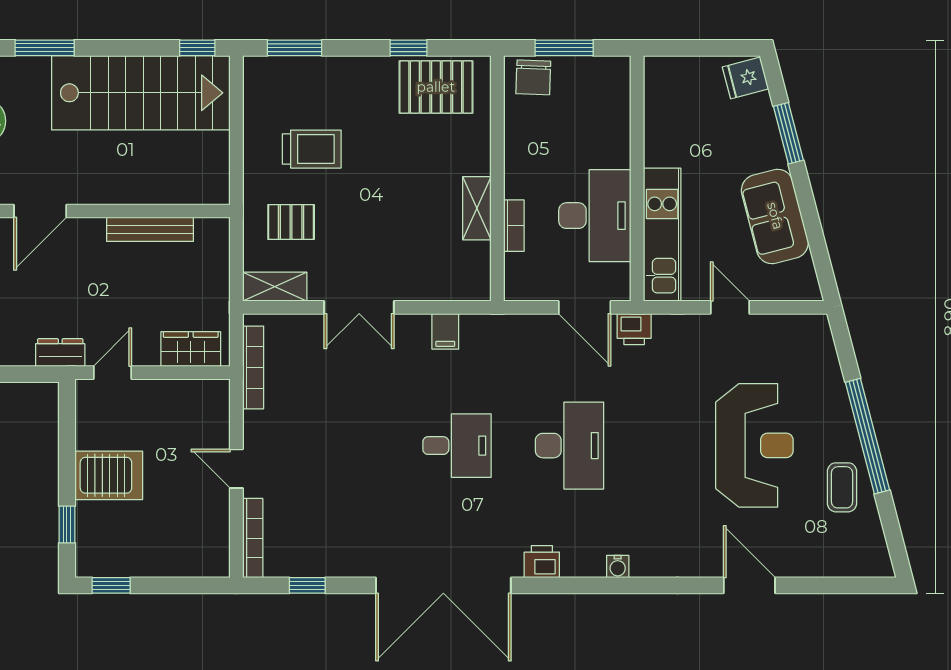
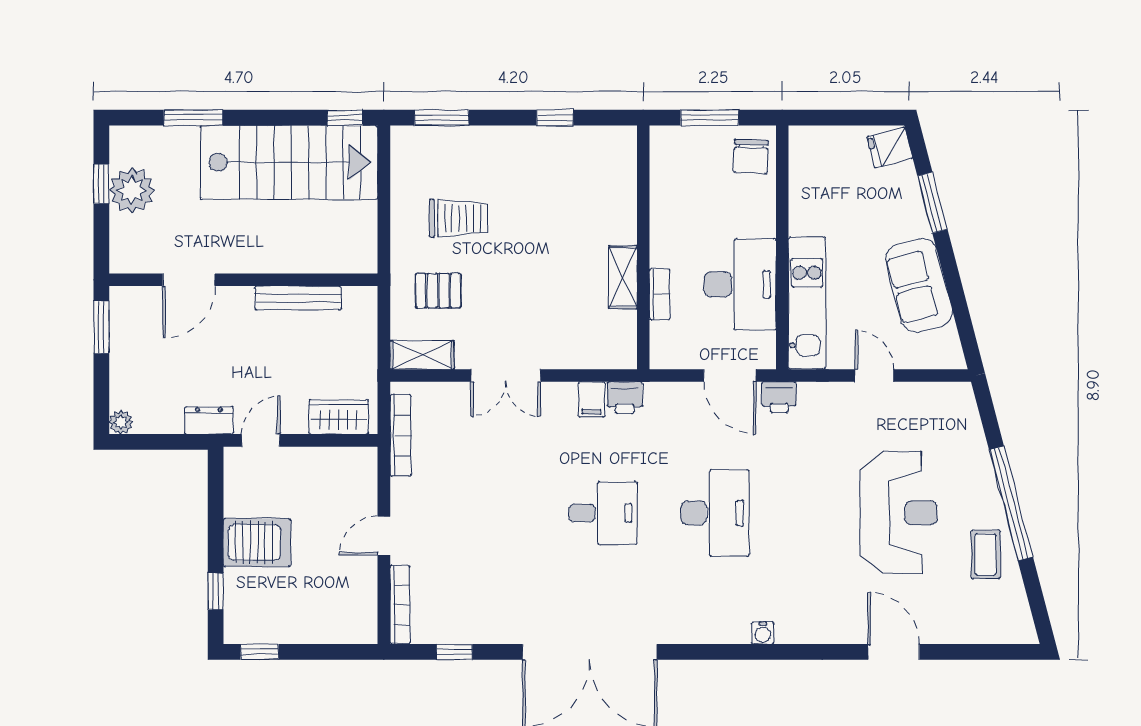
chair: (533, 77) -> (751, 156), moved
pallet: (436, 87) -> (582, 157), removed
door: (236, 469) -> (384, 536), hinge flipped
printer: (542, 562) -> (625, 398), moved, turned 180

